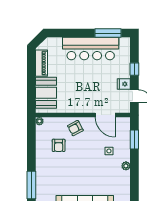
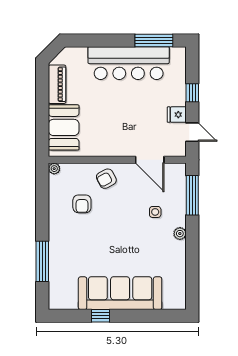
window: (134, 139) -> (192, 195), width x1.44

